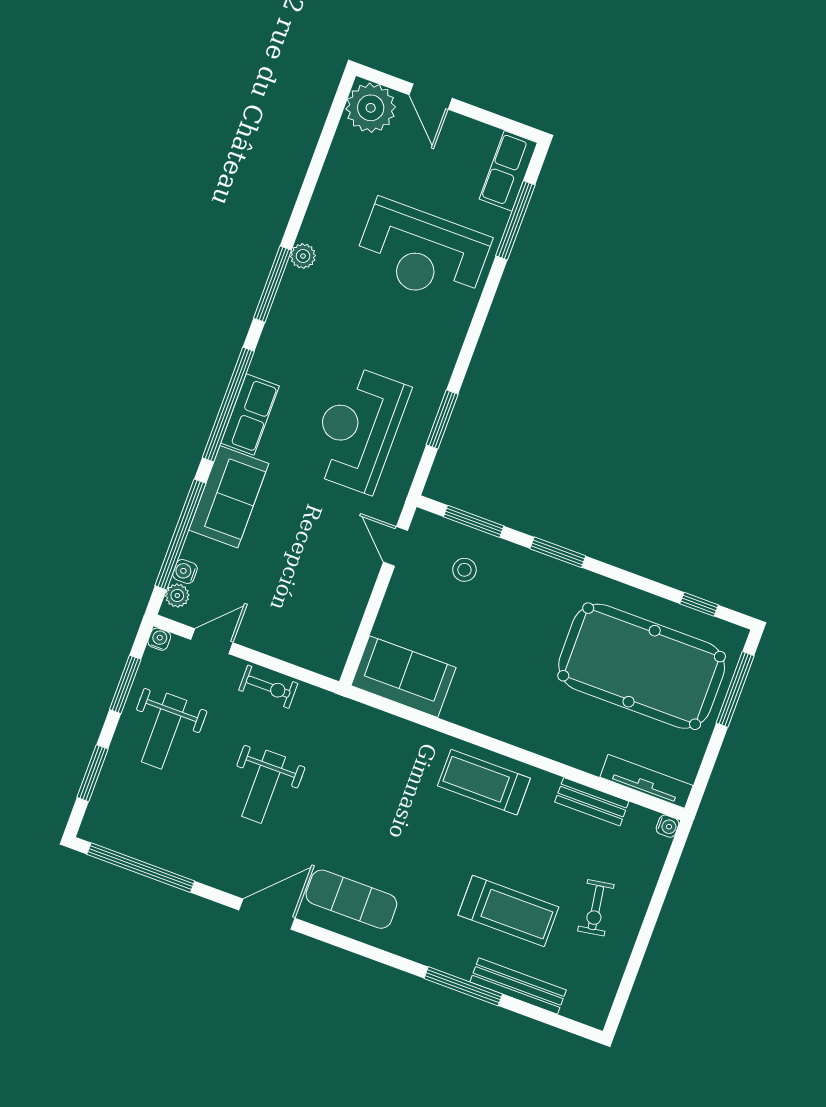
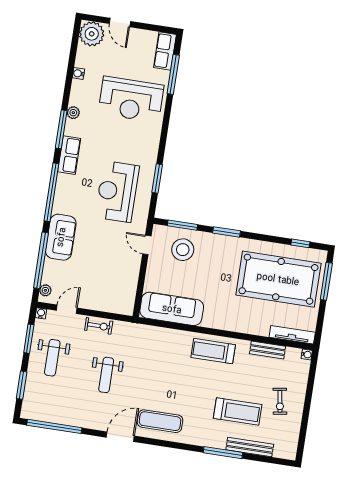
row of seats: (250, 414) -> (69, 155), moved
stool: (464, 570) -> (183, 250), width x1.89, depth x1.89
water cooler: (185, 571) -> (78, 73), moved
sofa: (403, 677) -> (172, 309), width x1.36

